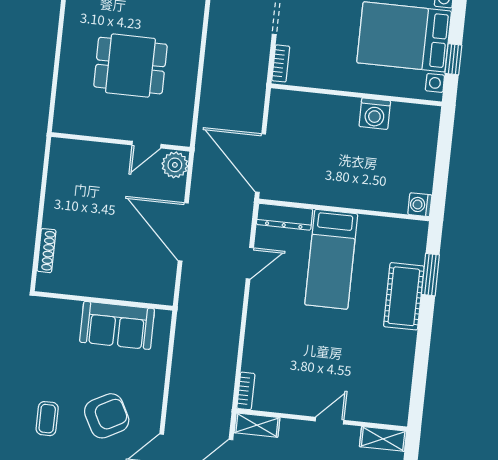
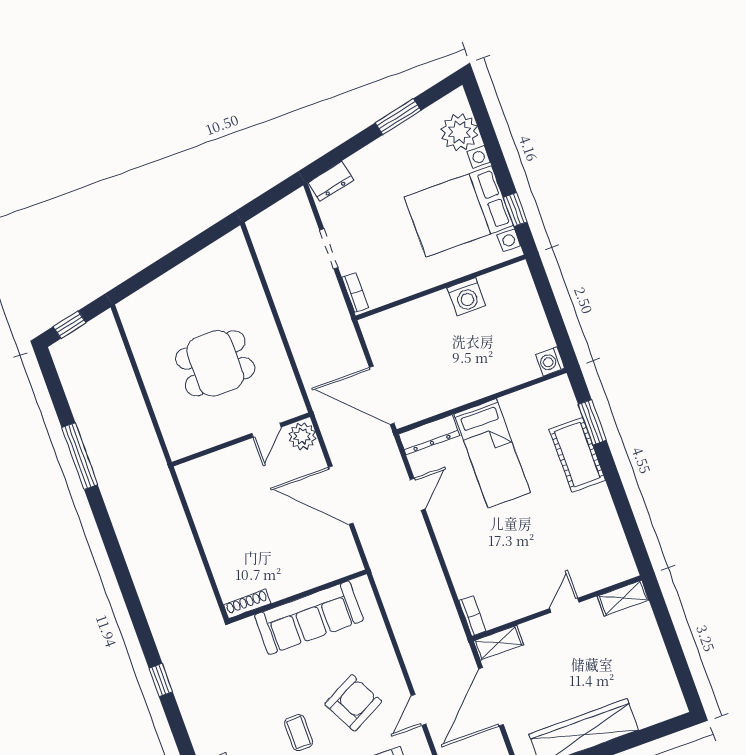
shoe rack: (46, 251) -> (247, 604), moved, turned -90
sofa: (117, 325) -> (309, 618), width x1.36

